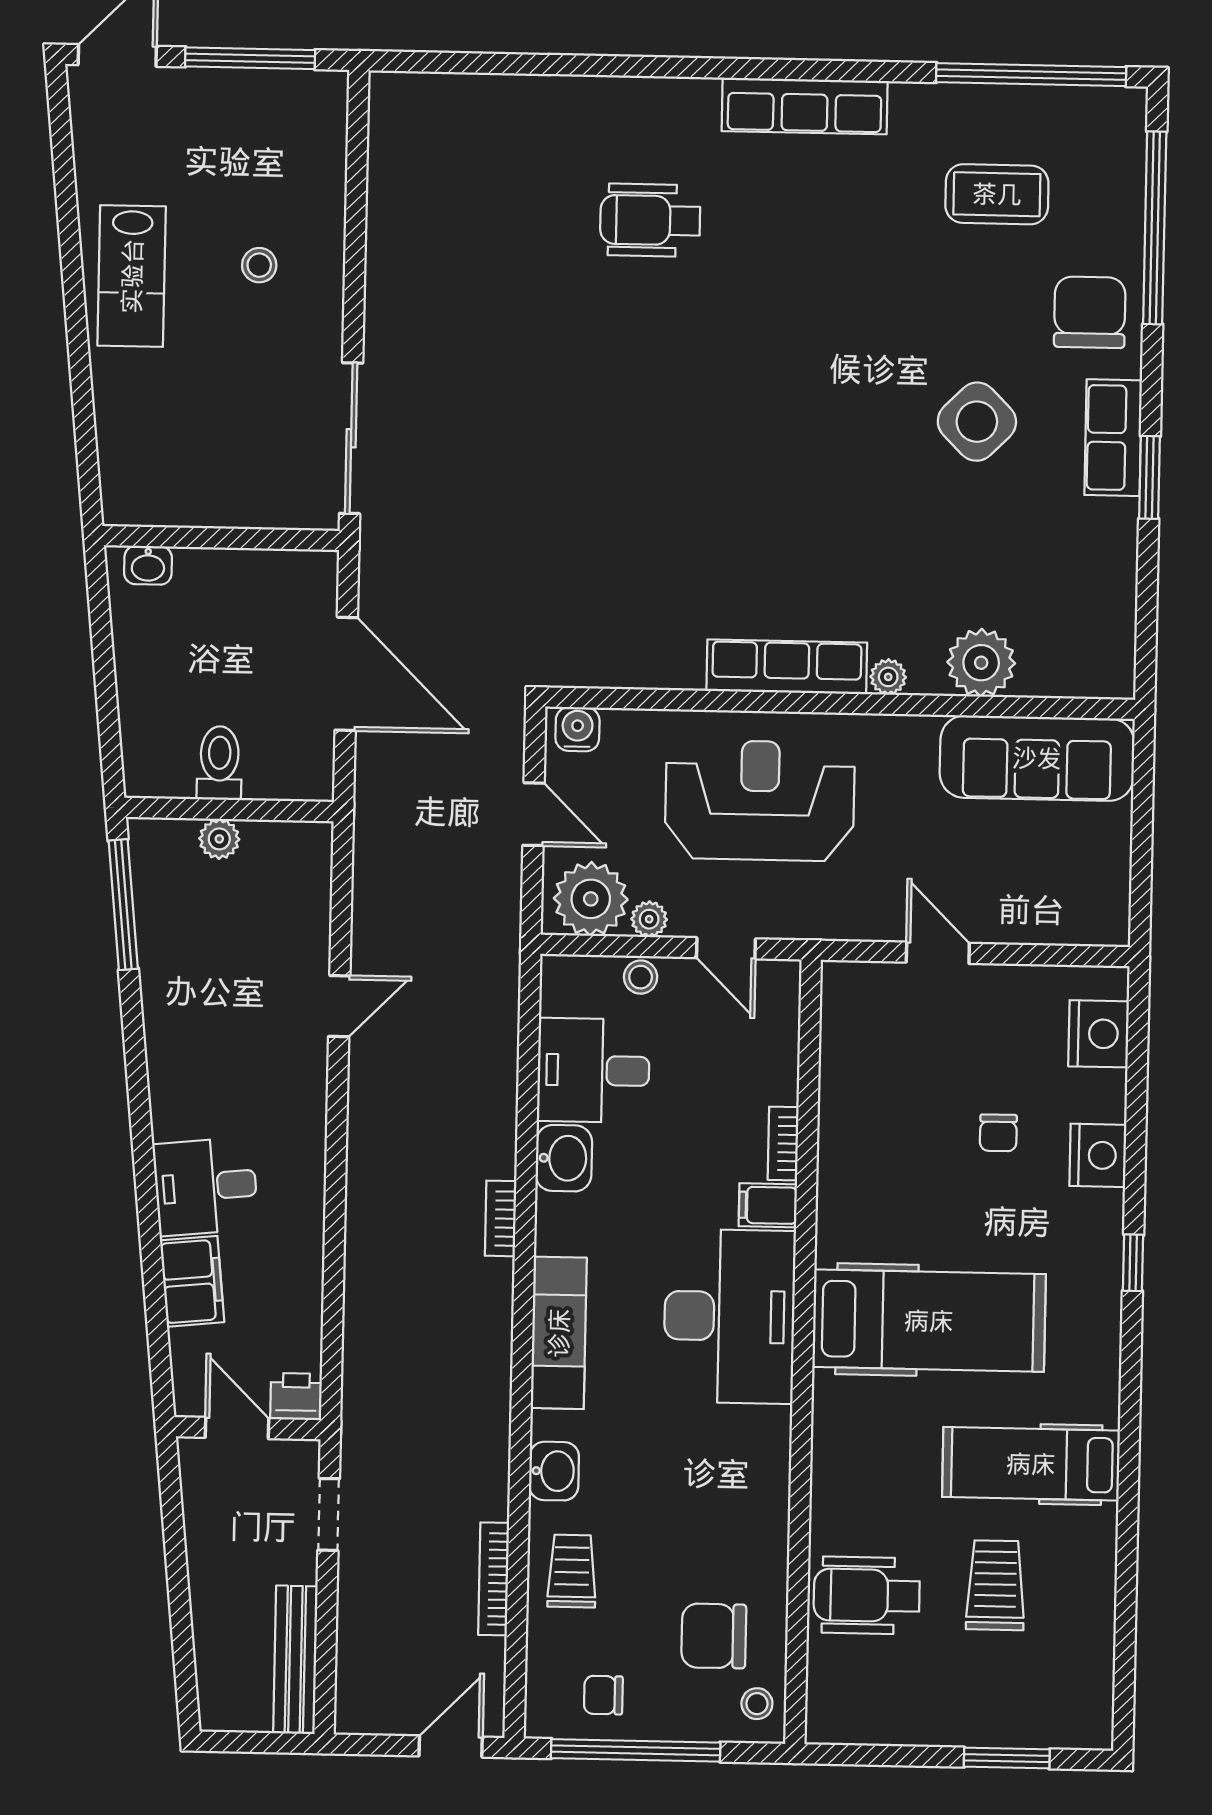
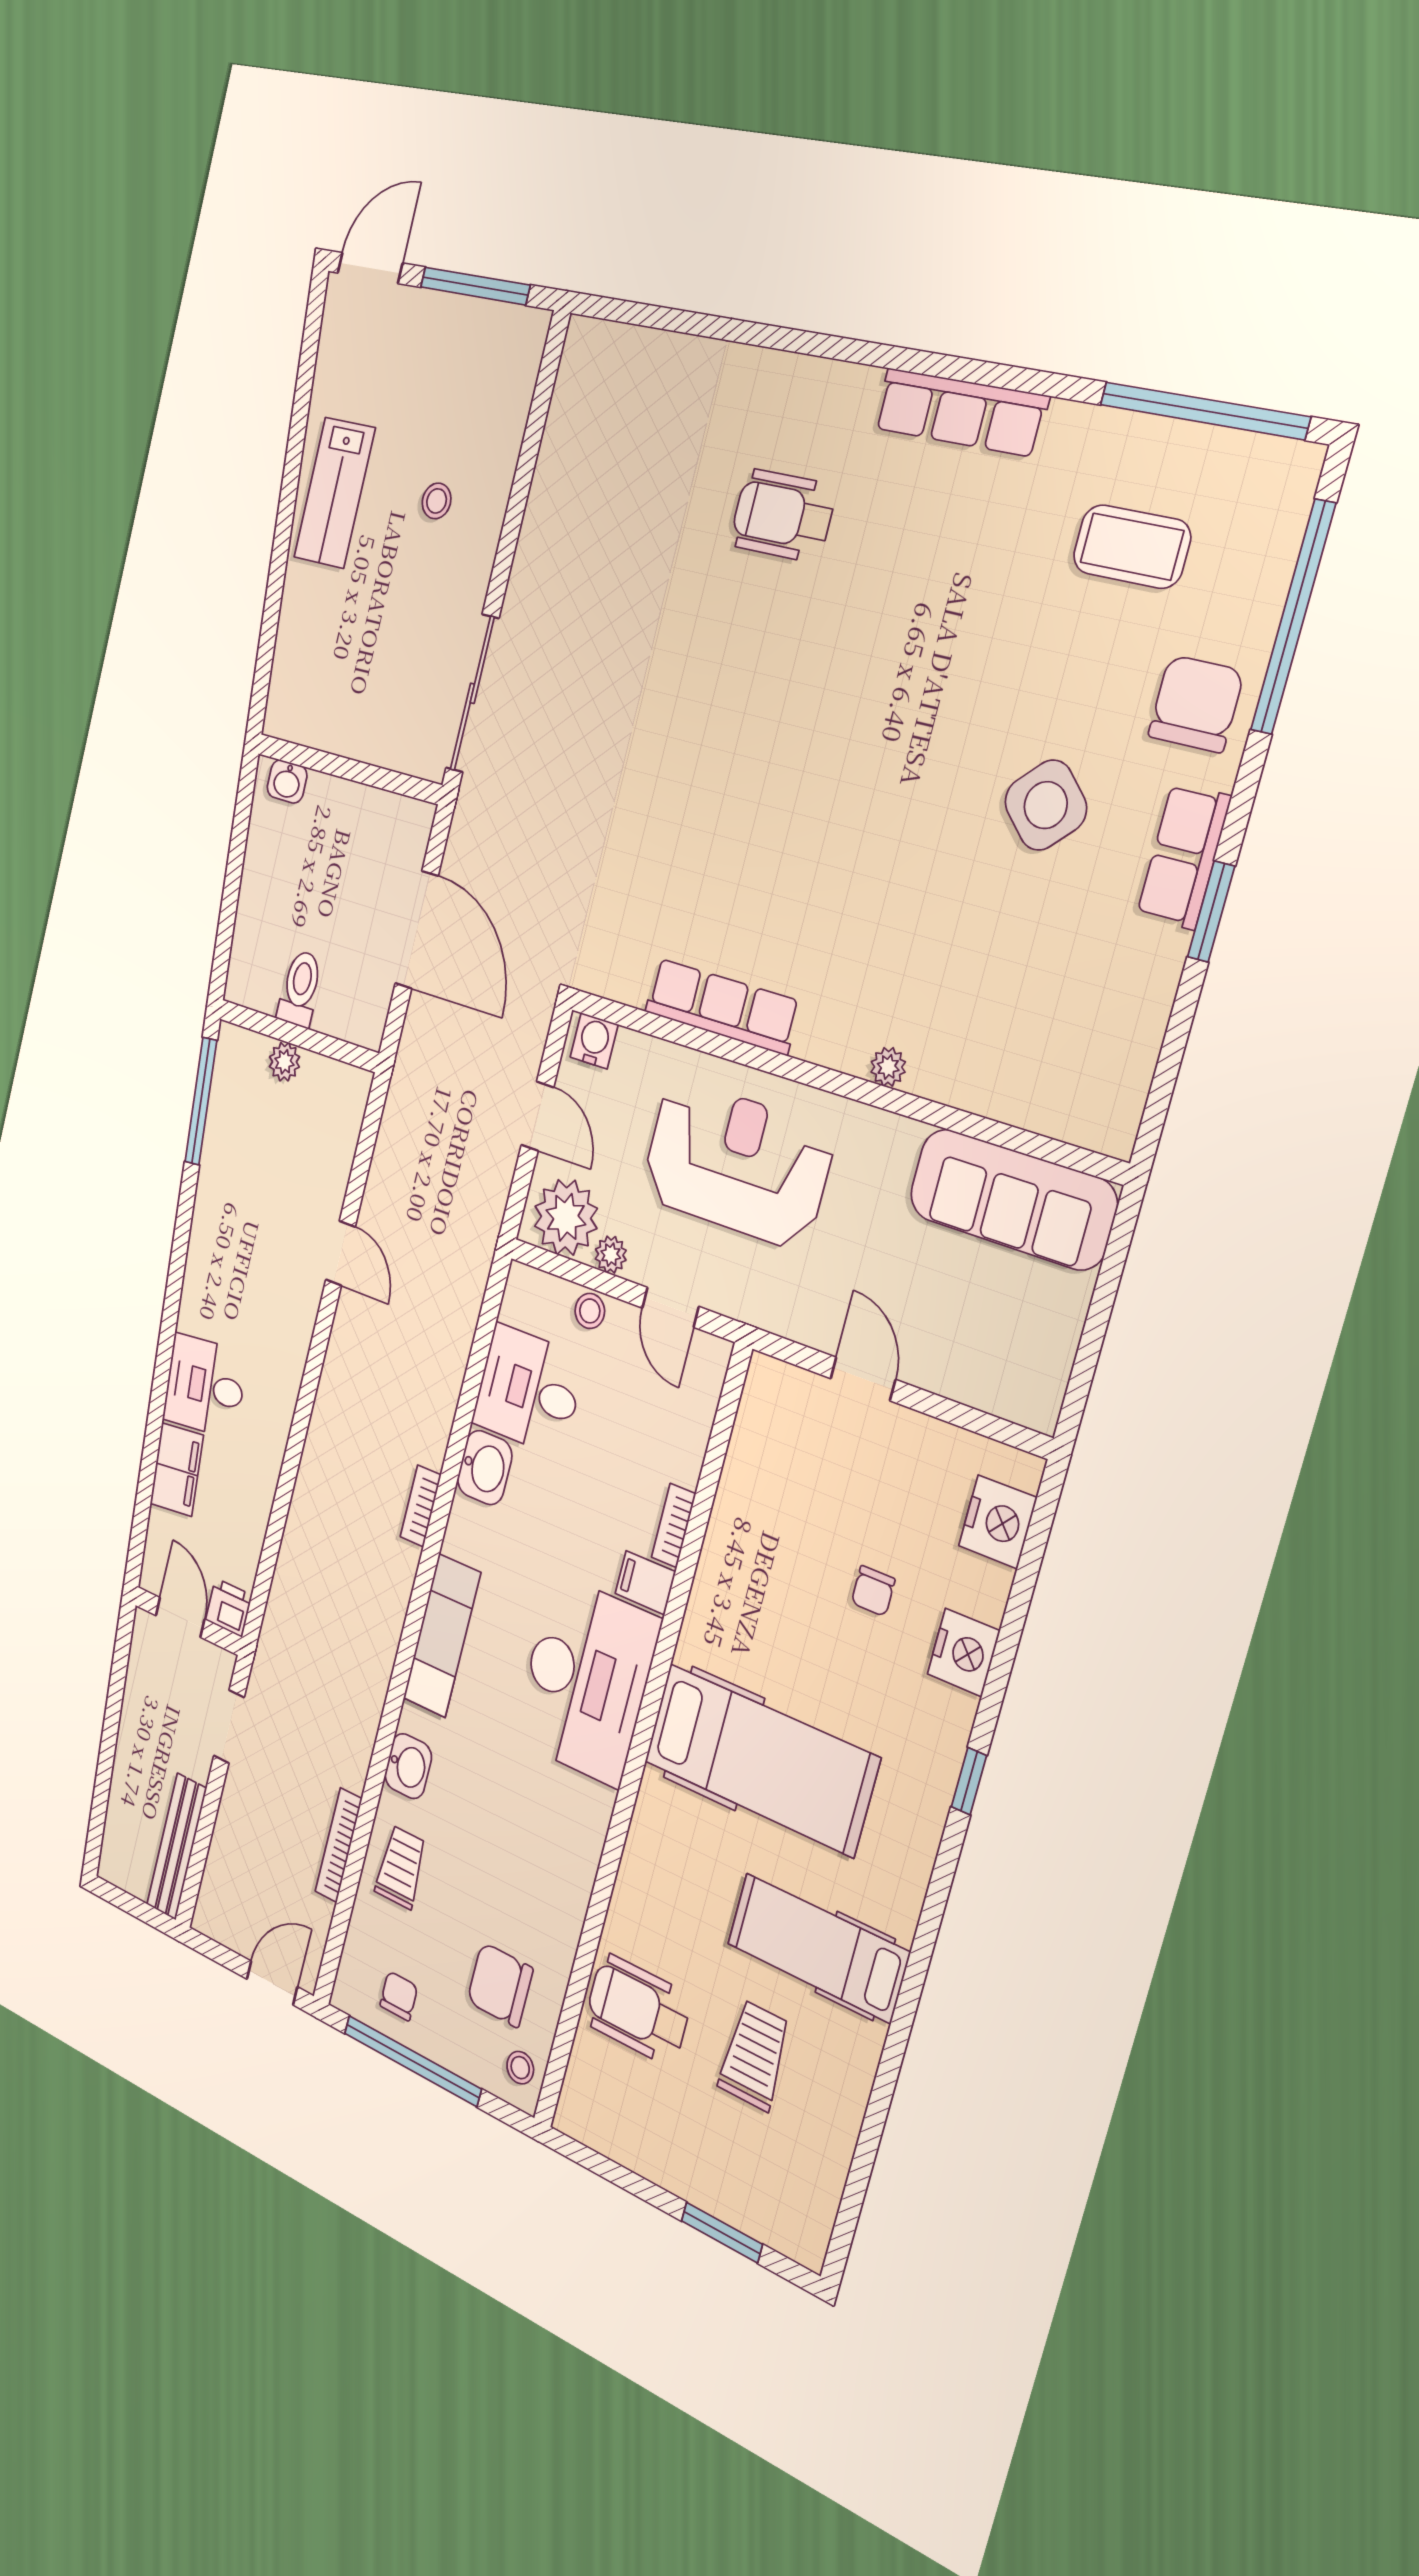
plant: (981, 663) -> (983, 1077), removed
row of seats: (787, 667) -> (722, 1006), moved
door: (339, 1006) -> (340, 1253), hinge flipped
chair: (603, 1695) -> (399, 1996), turned 90

